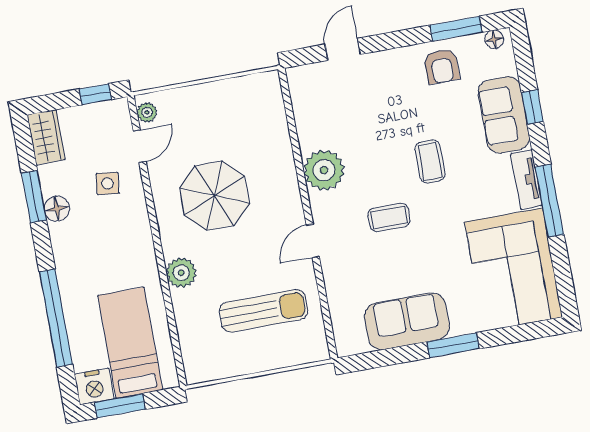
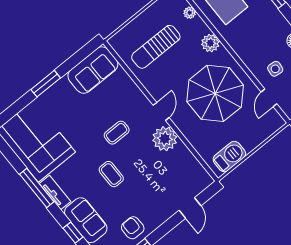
barbecue: (244, 92) -> (229, 157), added
plant: (147, 112) -> (190, 13), moved
parasol: (214, 196) -> (215, 93), width x1.36, depth x1.36
door: (313, 241) -> (161, 111), moved
sofa: (407, 321) -> (93, 70), moved

